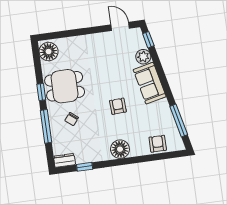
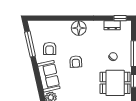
armchair: (158, 144) -> (50, 49), moved
dresser: (64, 160) -> (112, 25), moved
window: (85, 167) -> (120, 18), moved

